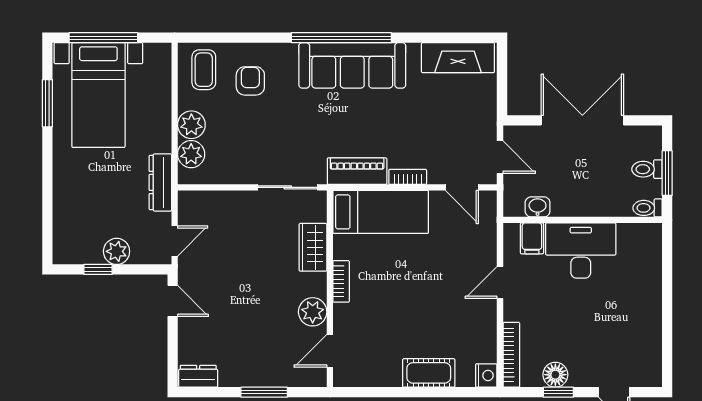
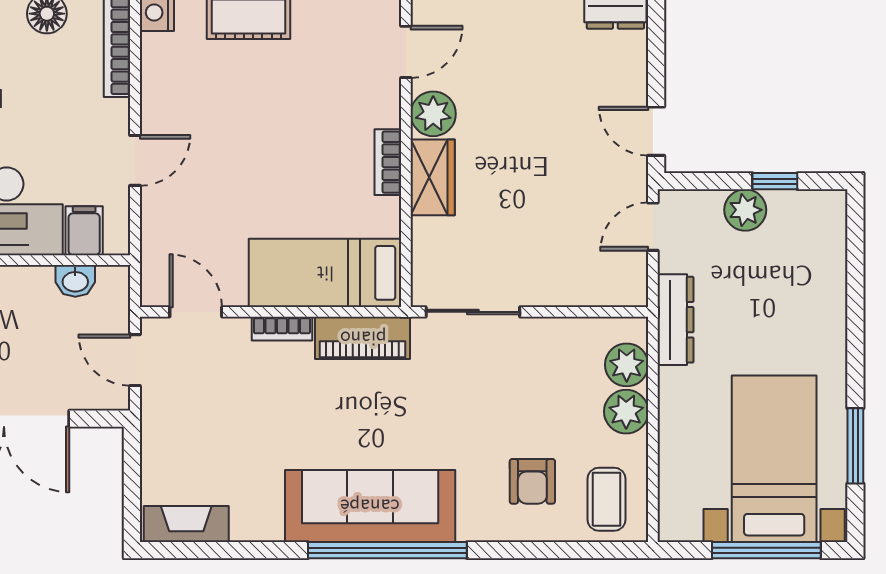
fireplace: (458, 58) -> (186, 524), width x0.73, depth x0.76
wardrobe: (313, 247) -> (433, 177), moved

